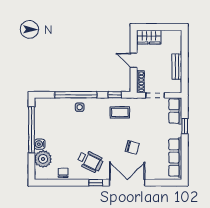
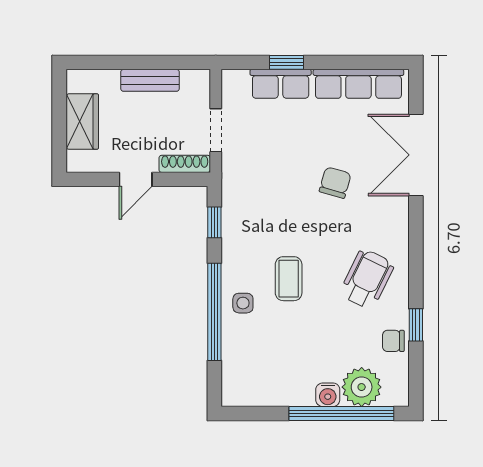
wardrobe: (149, 37) -> (82, 122), moved
row of seats: (175, 111) -> (281, 84), moved
coffee table: (120, 112) -> (289, 279), moved
window: (31, 130) -> (341, 413), moved
window: (96, 183) -> (416, 325), moved
double door: (127, 183) -> (416, 155), moved

